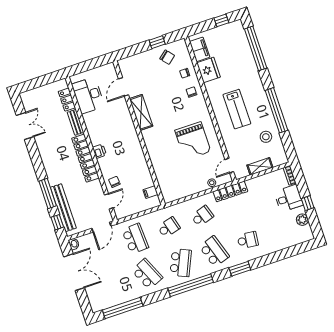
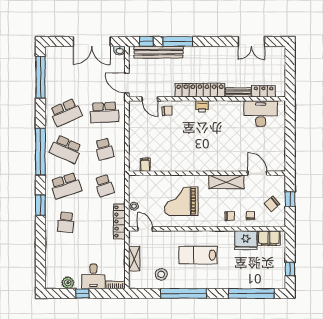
door: (124, 87) -> (257, 173), moved
shelving: (141, 112) -> (226, 182), moved
wall: (139, 133) -> (207, 173), moved
filing cabinet: (150, 192) -> (145, 165), moved

